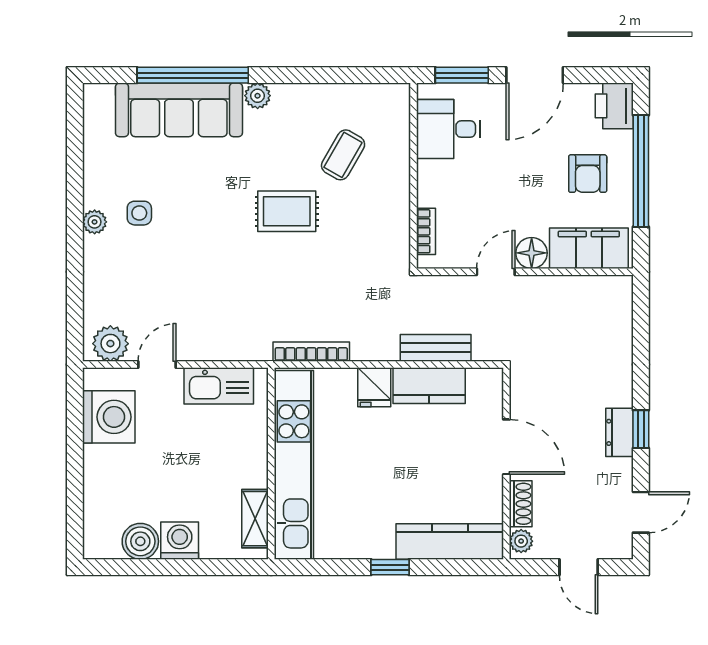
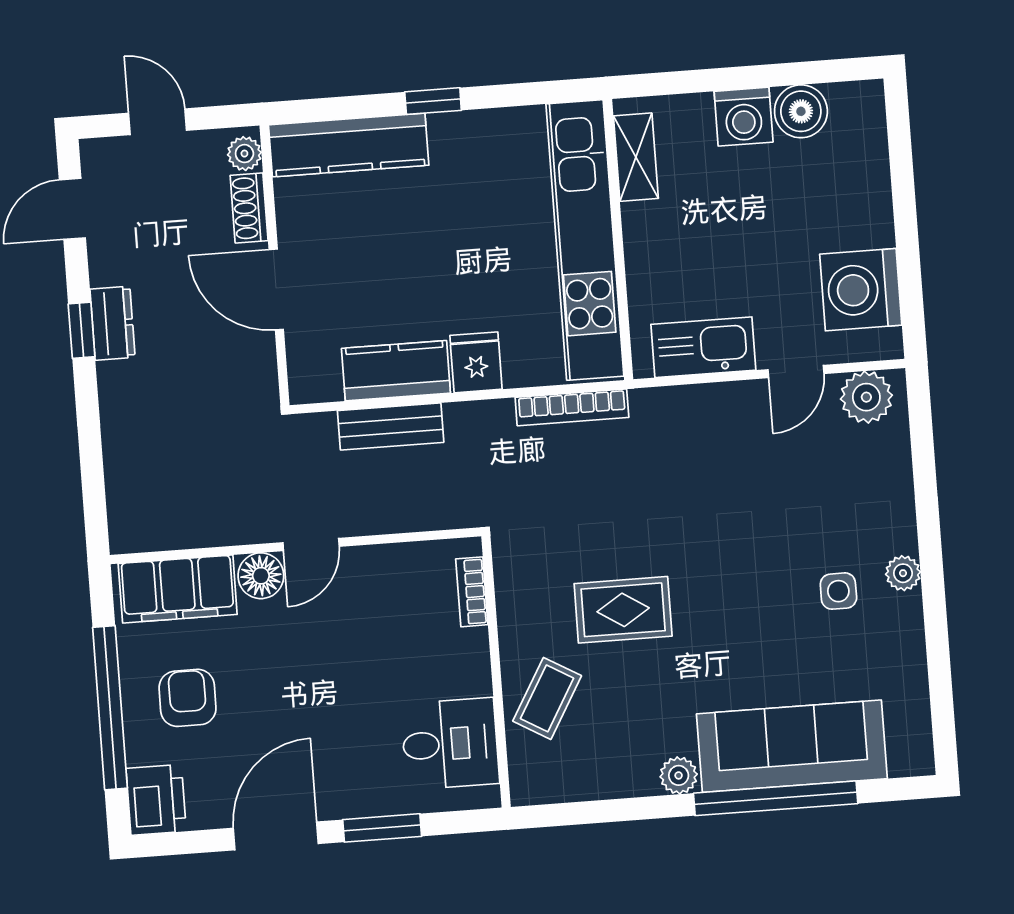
desk: (449, 129) -> (450, 744), moved
wall: (414, 176) -> (496, 672), moved
bookcase: (426, 231) -> (472, 592), moved

